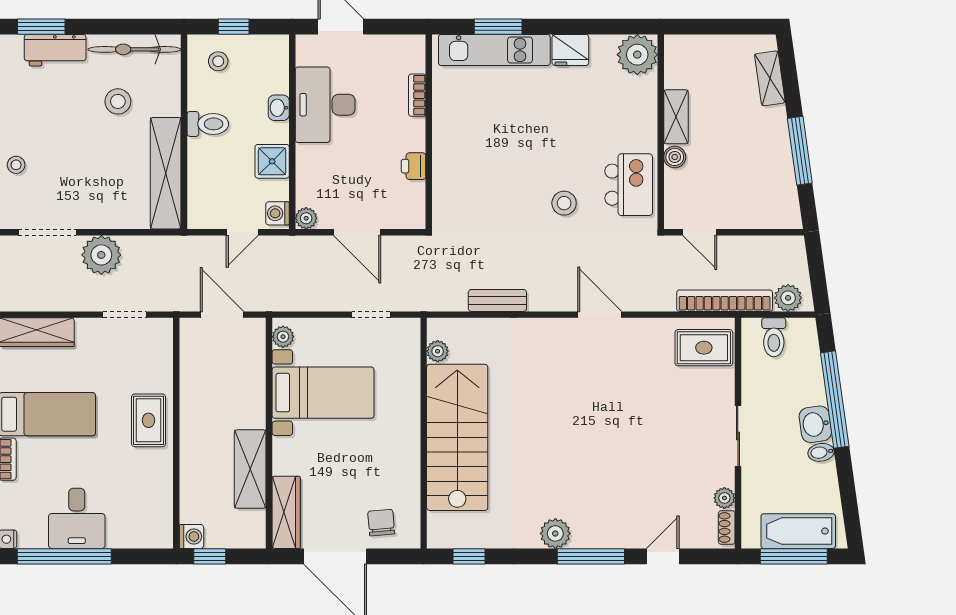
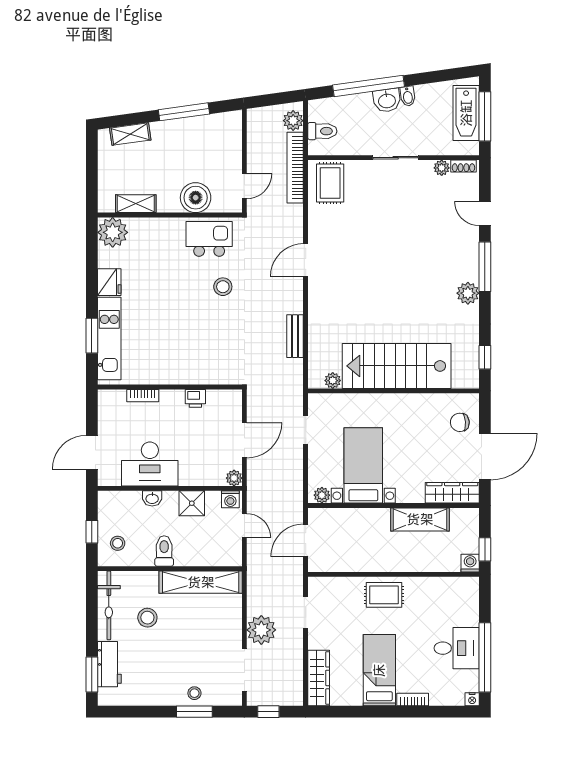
shelving: (676, 117) -> (136, 204), moved
boiler: (675, 157) -> (196, 198), width x1.86, depth x1.86

